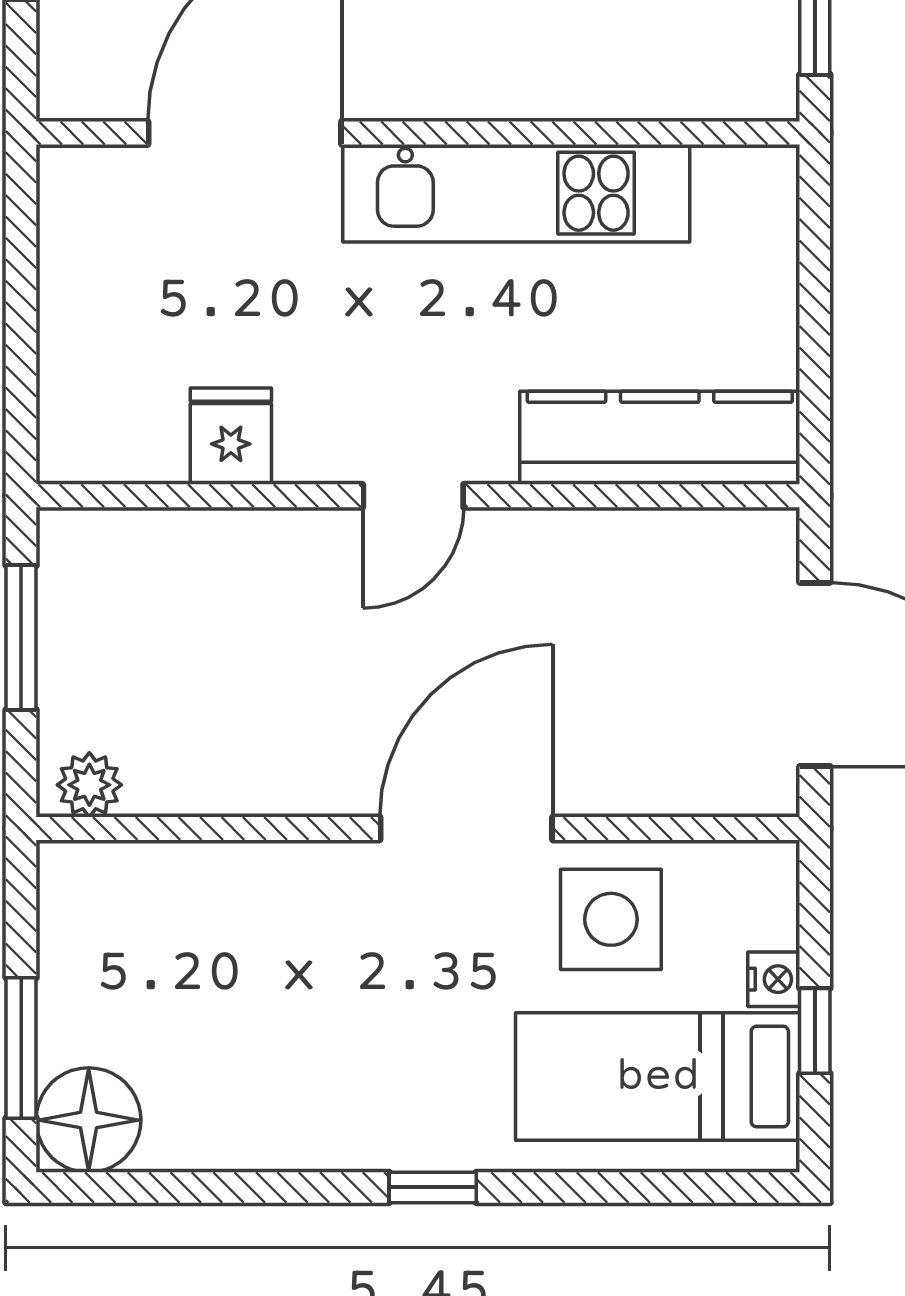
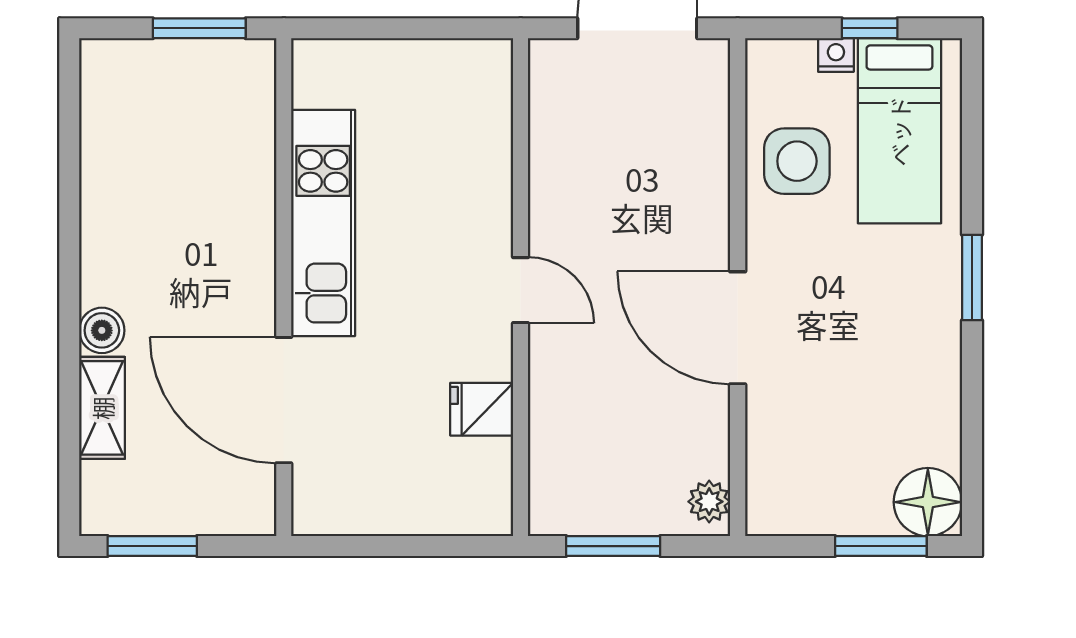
kitchen counter: (660, 438) -> (483, 129), removed
door: (466, 828) -> (738, 328), moved
window: (433, 1187) -> (972, 277), width x1.50

